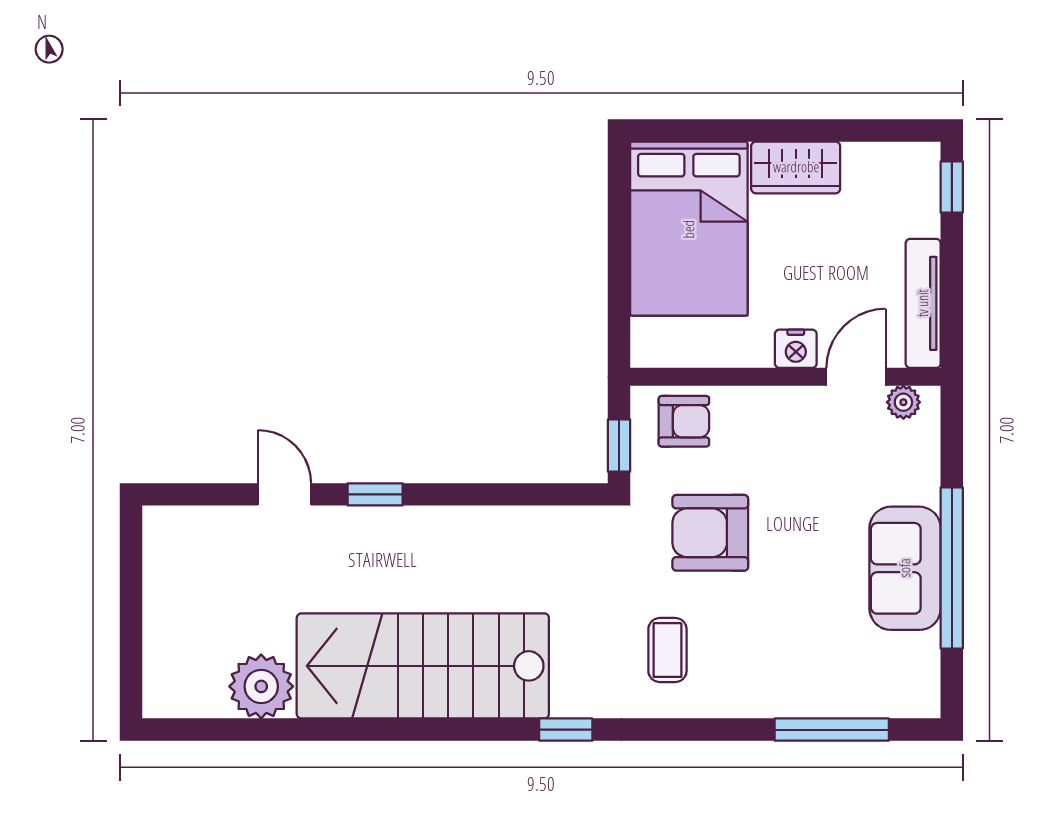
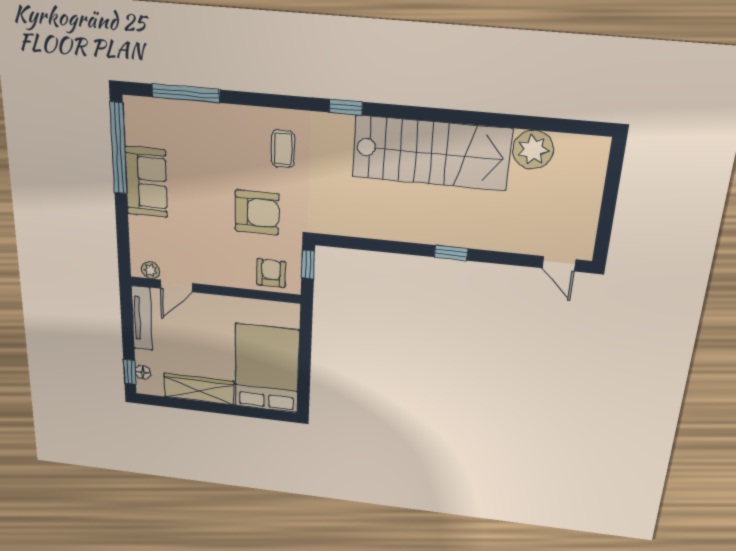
wardrobe: (796, 167) -> (199, 389), width x1.50
floor lamp: (926, 189) -> (143, 372), added
nightstand: (796, 349) -> (209, 304), removed
armchair: (684, 421) -> (271, 273), turned 90
door: (284, 494) -> (559, 264), moved
window: (952, 568) -> (119, 148), moved

